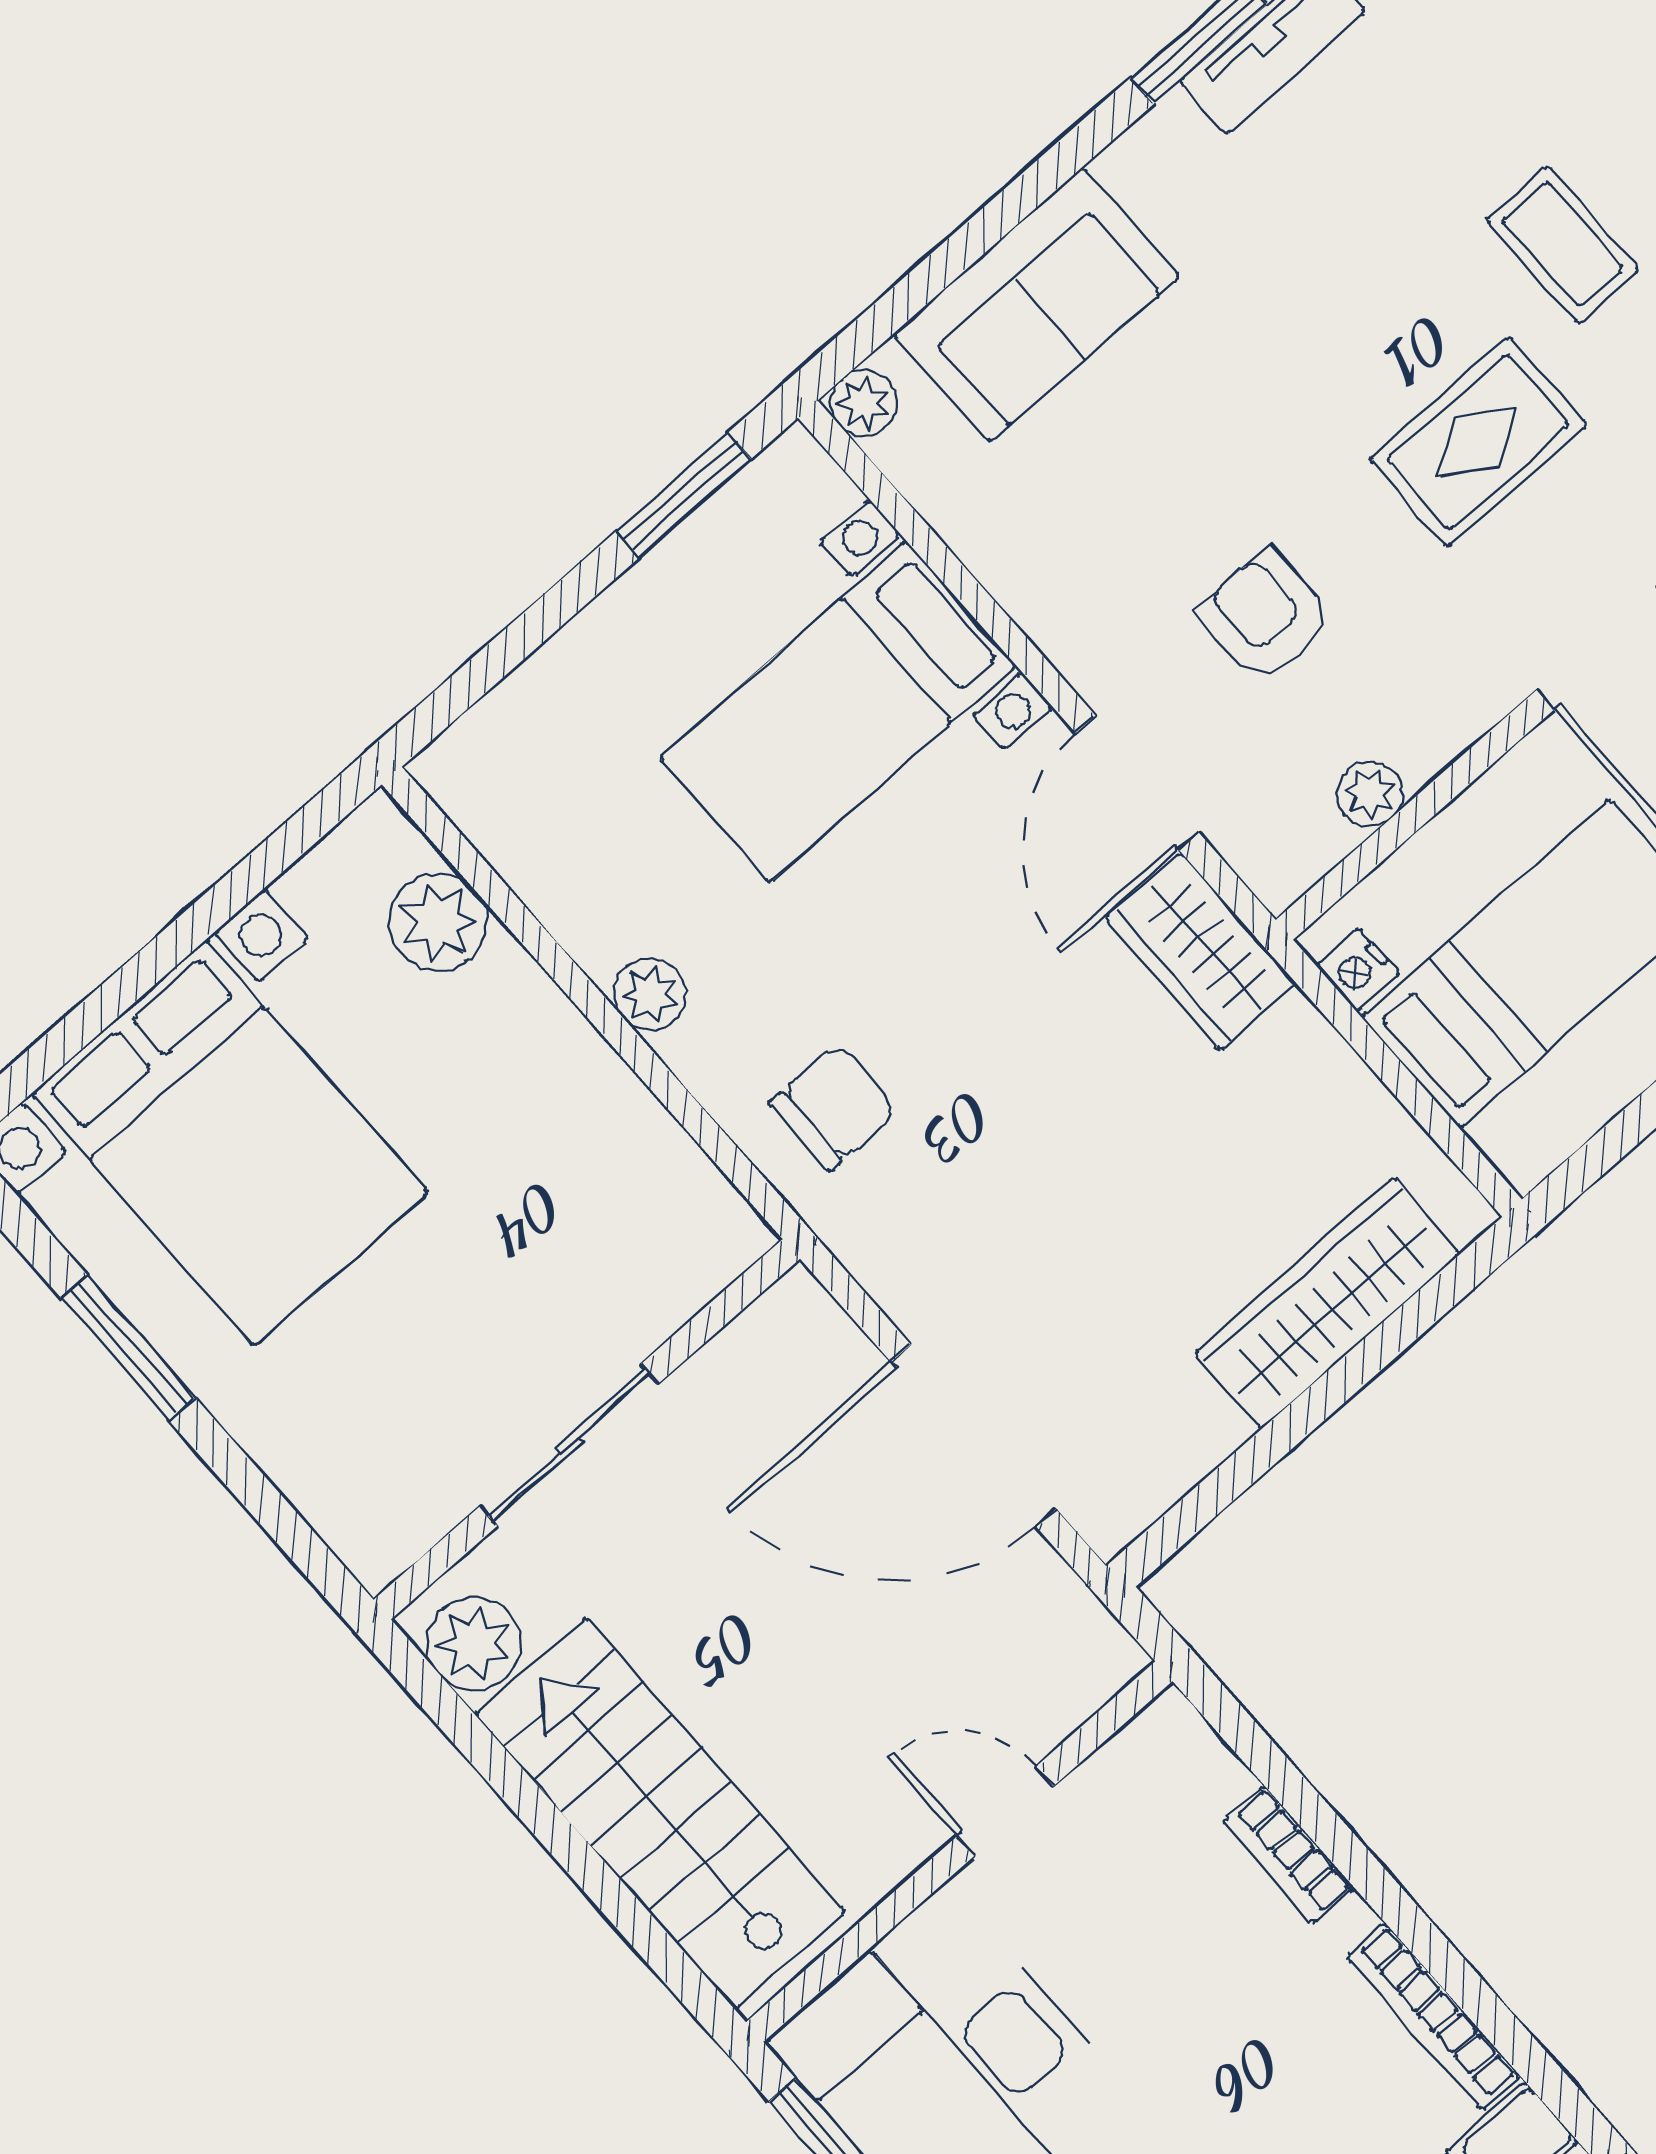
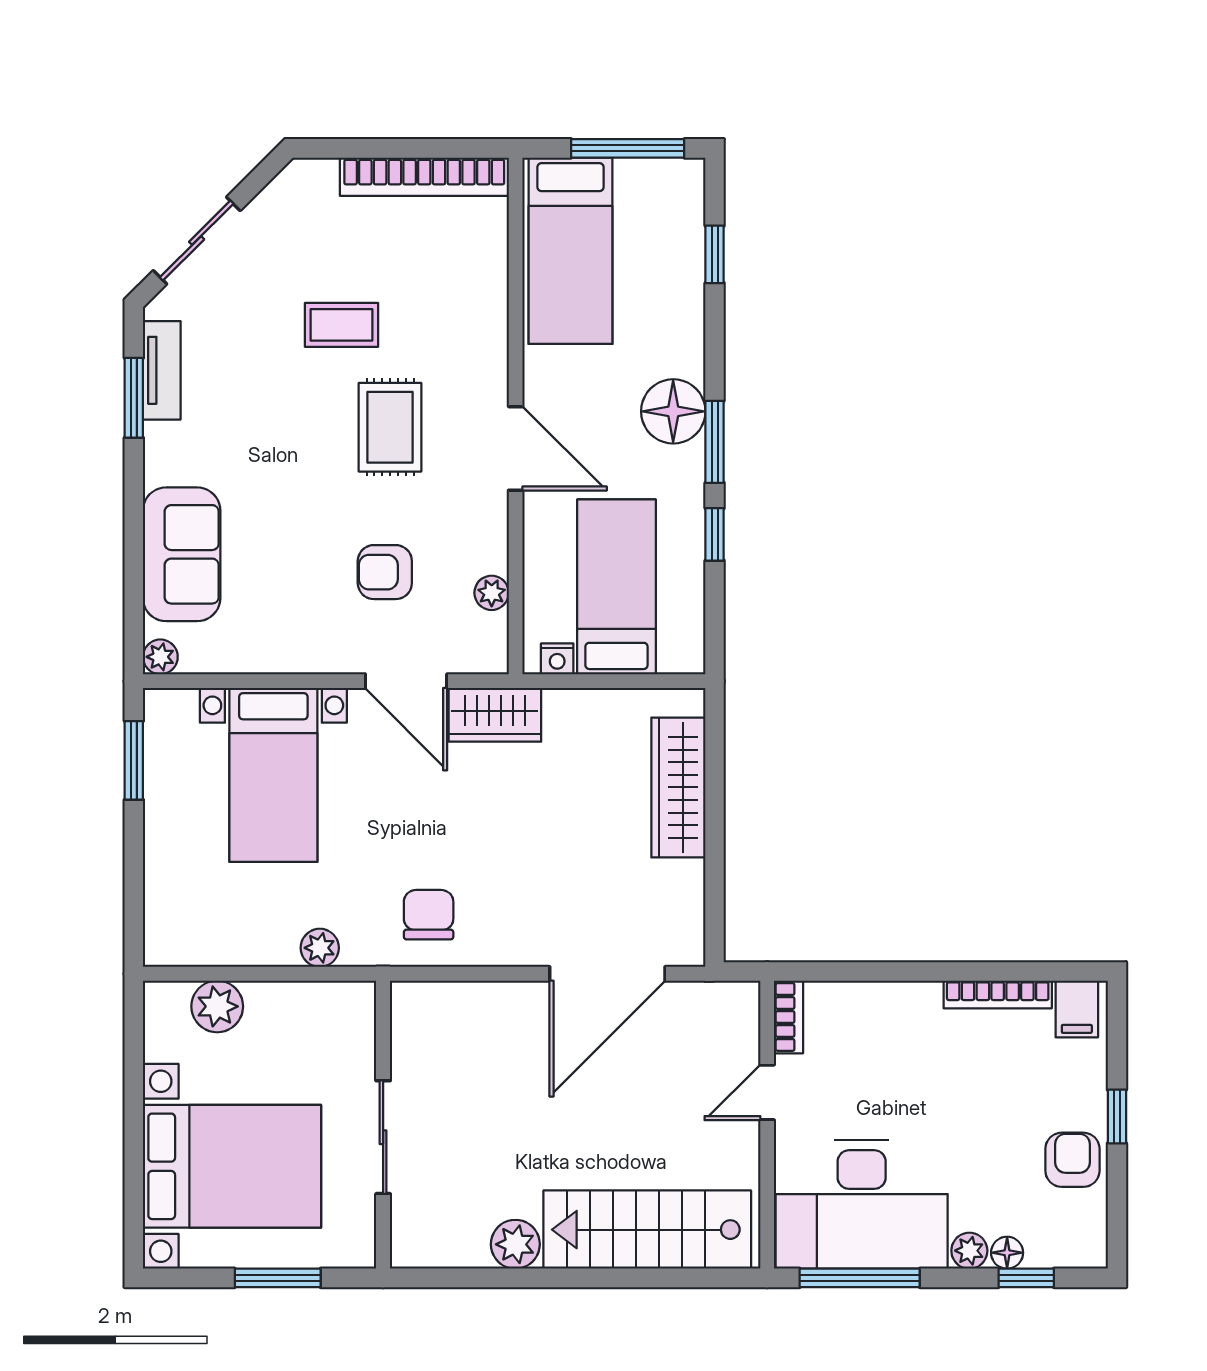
wall: (587, 1429) -> (383, 1125), moved
sliding door: (569, 1445) -> (383, 1137), moved
bookcase: (1289, 1854) -> (789, 1017), moved, turned -90

